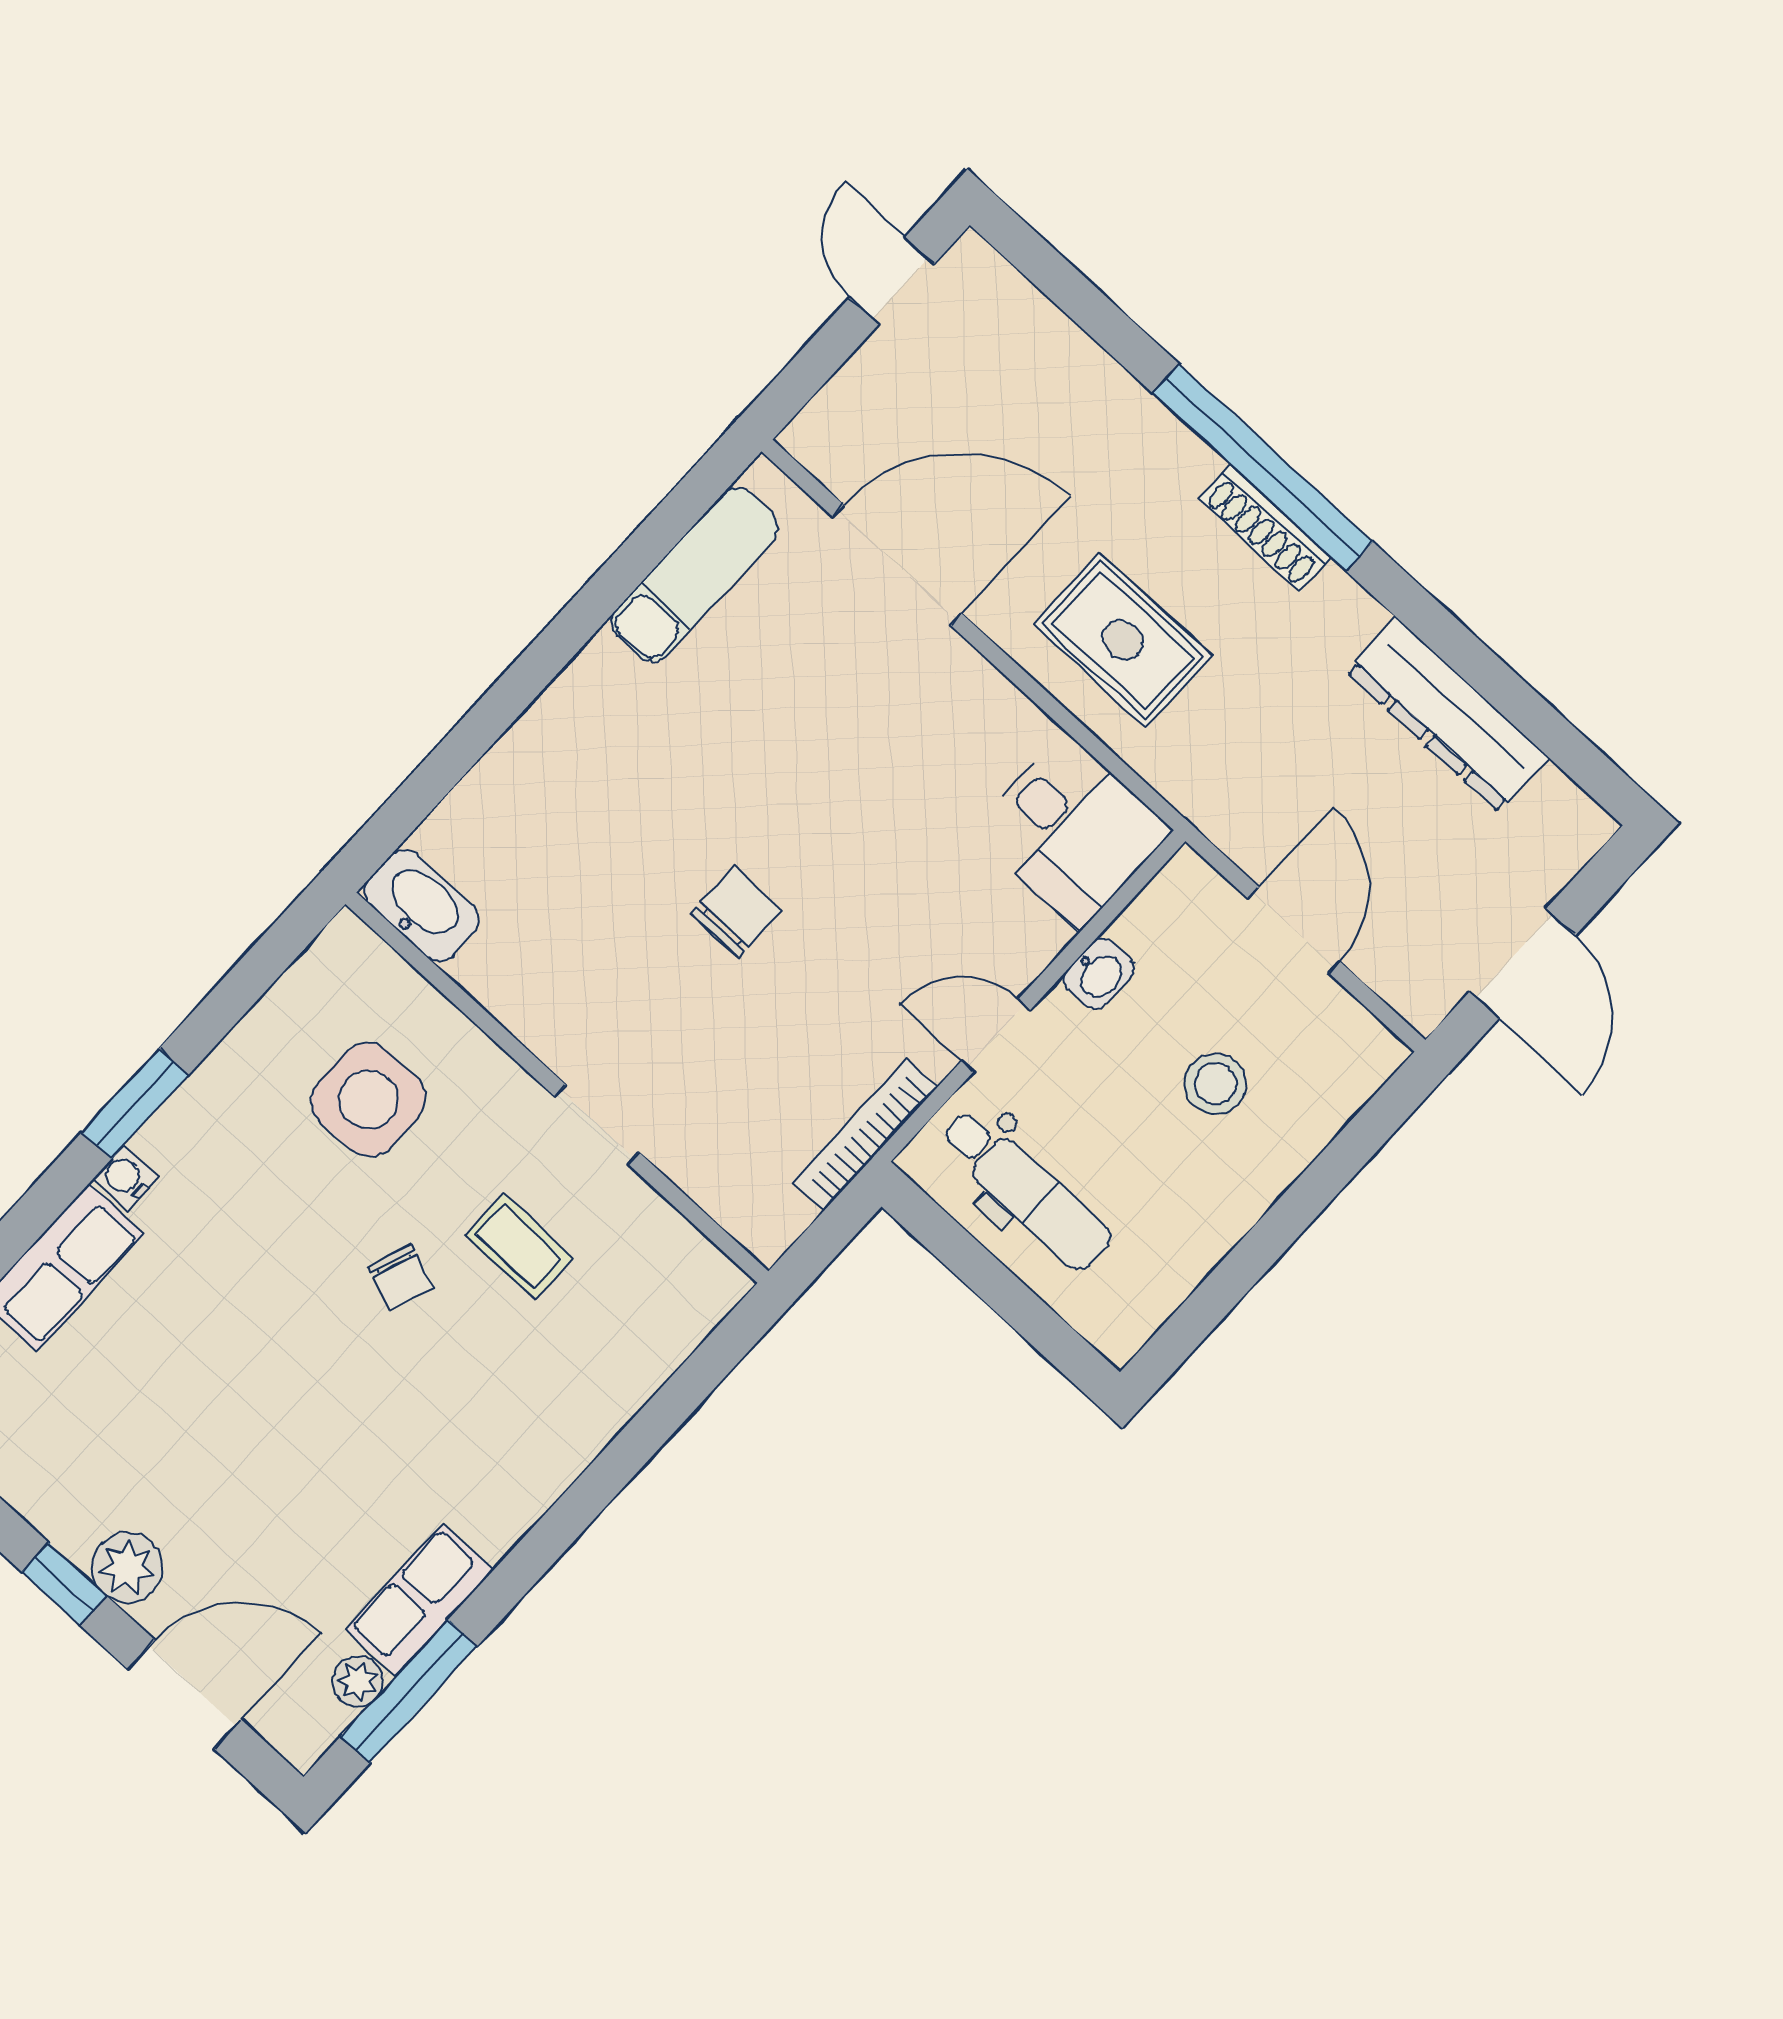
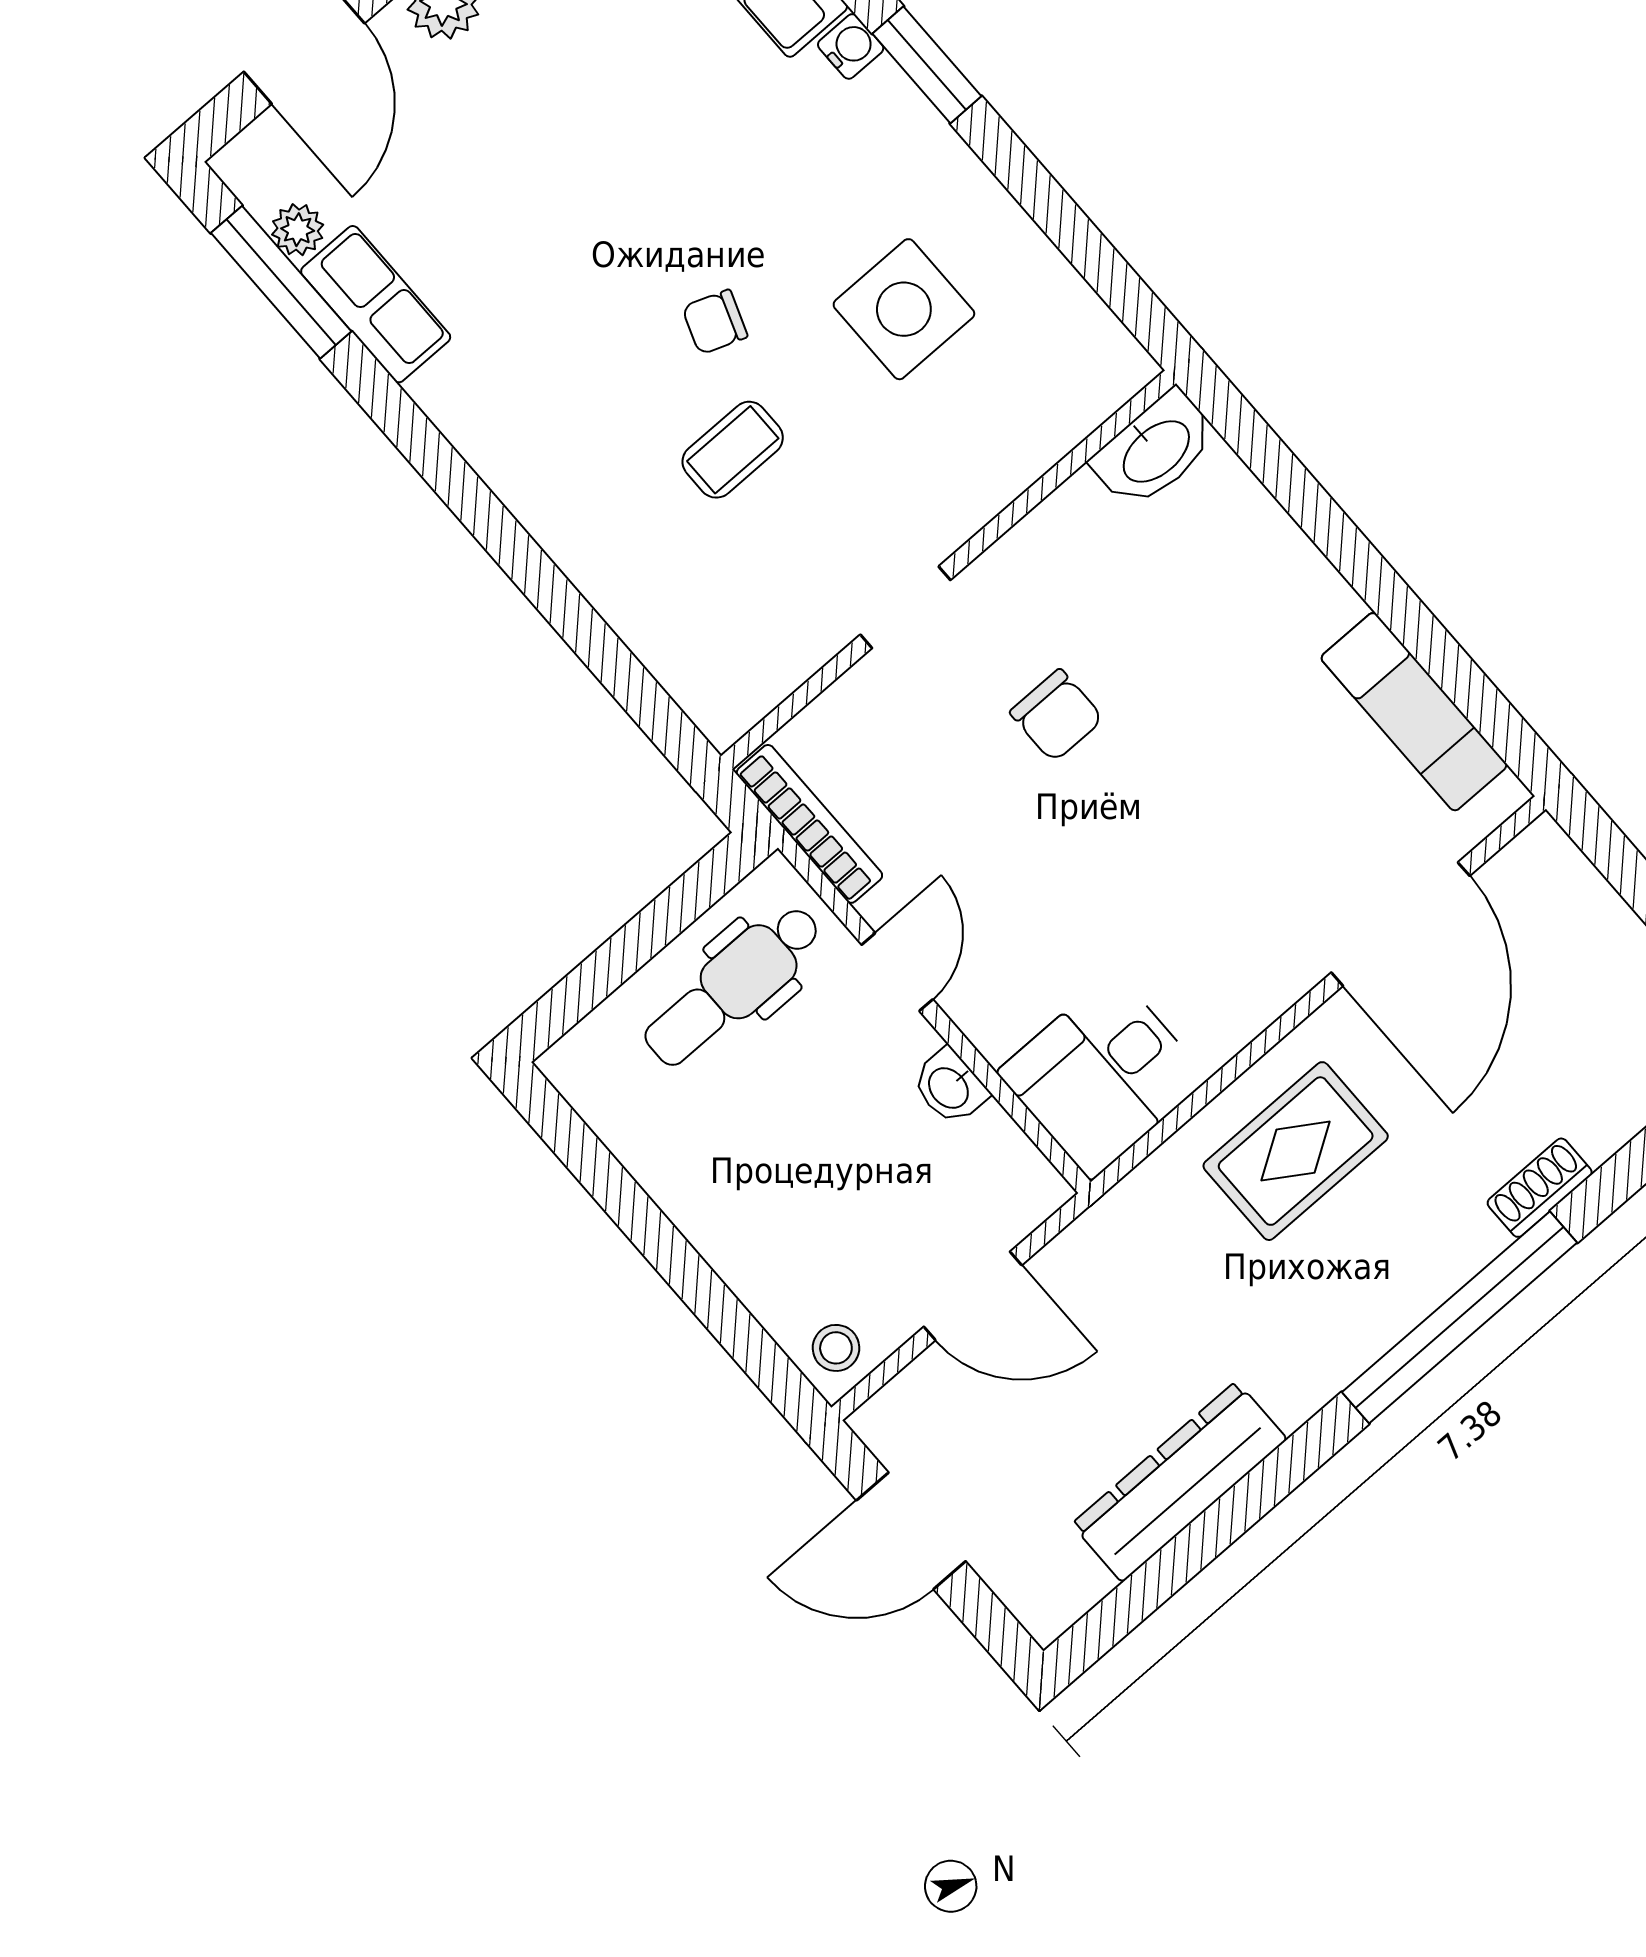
shoe rack: (1265, 528) -> (1540, 1188), moved, width x0.70
washbasin: (422, 905) -> (1155, 450), moved
stool: (1216, 1084) -> (836, 1348), moved, width x0.73, depth x0.73
wall: (557, 1088) -> (949, 570), moved
doorway: (597, 1124) -> (905, 607), moved

